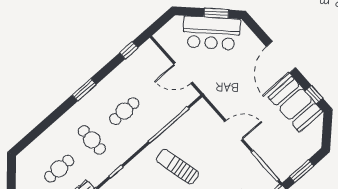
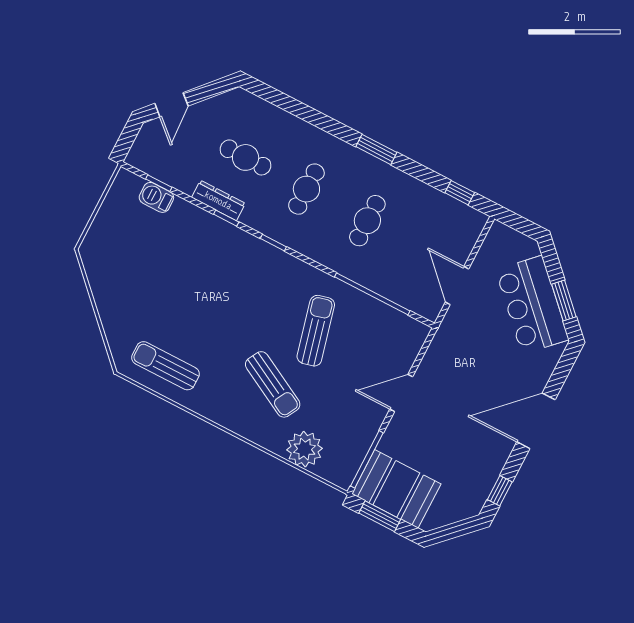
booth: (296, 104) -> (396, 489), moved, turned 90
cafe table: (124, 111) -> (367, 221), turned 90
door: (234, 130) -> (401, 393), swing flipped

